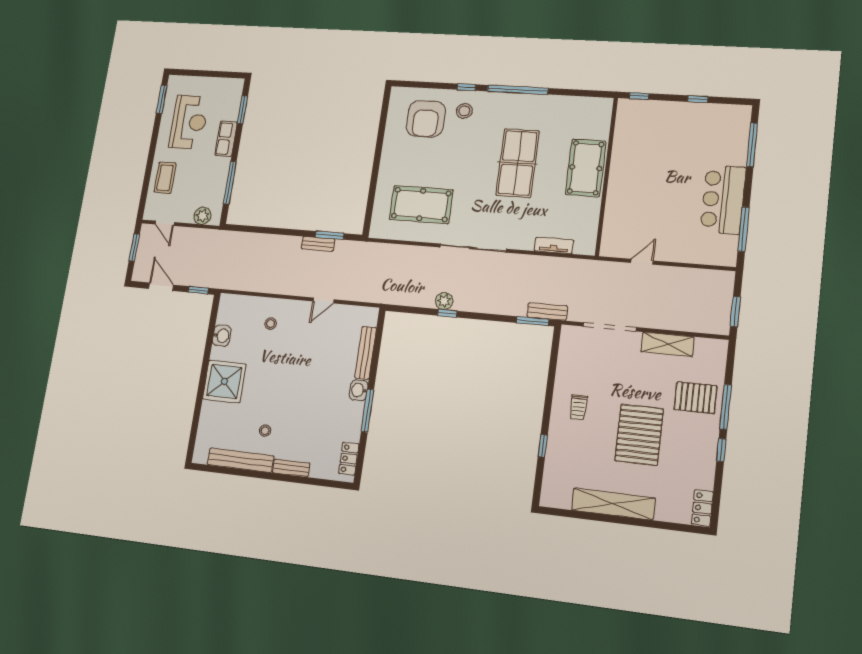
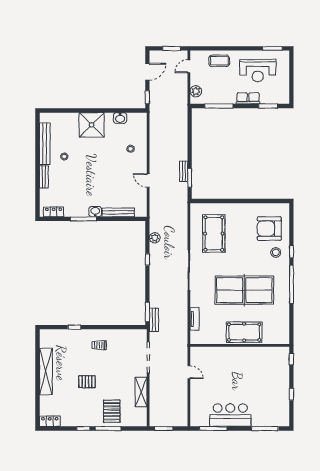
table tennis table: (518, 163) -> (244, 290), width x1.36, depth x1.32
plant: (444, 301) -> (155, 238), moved
pallet: (639, 435) -> (87, 382), width x0.49, depth x0.50

